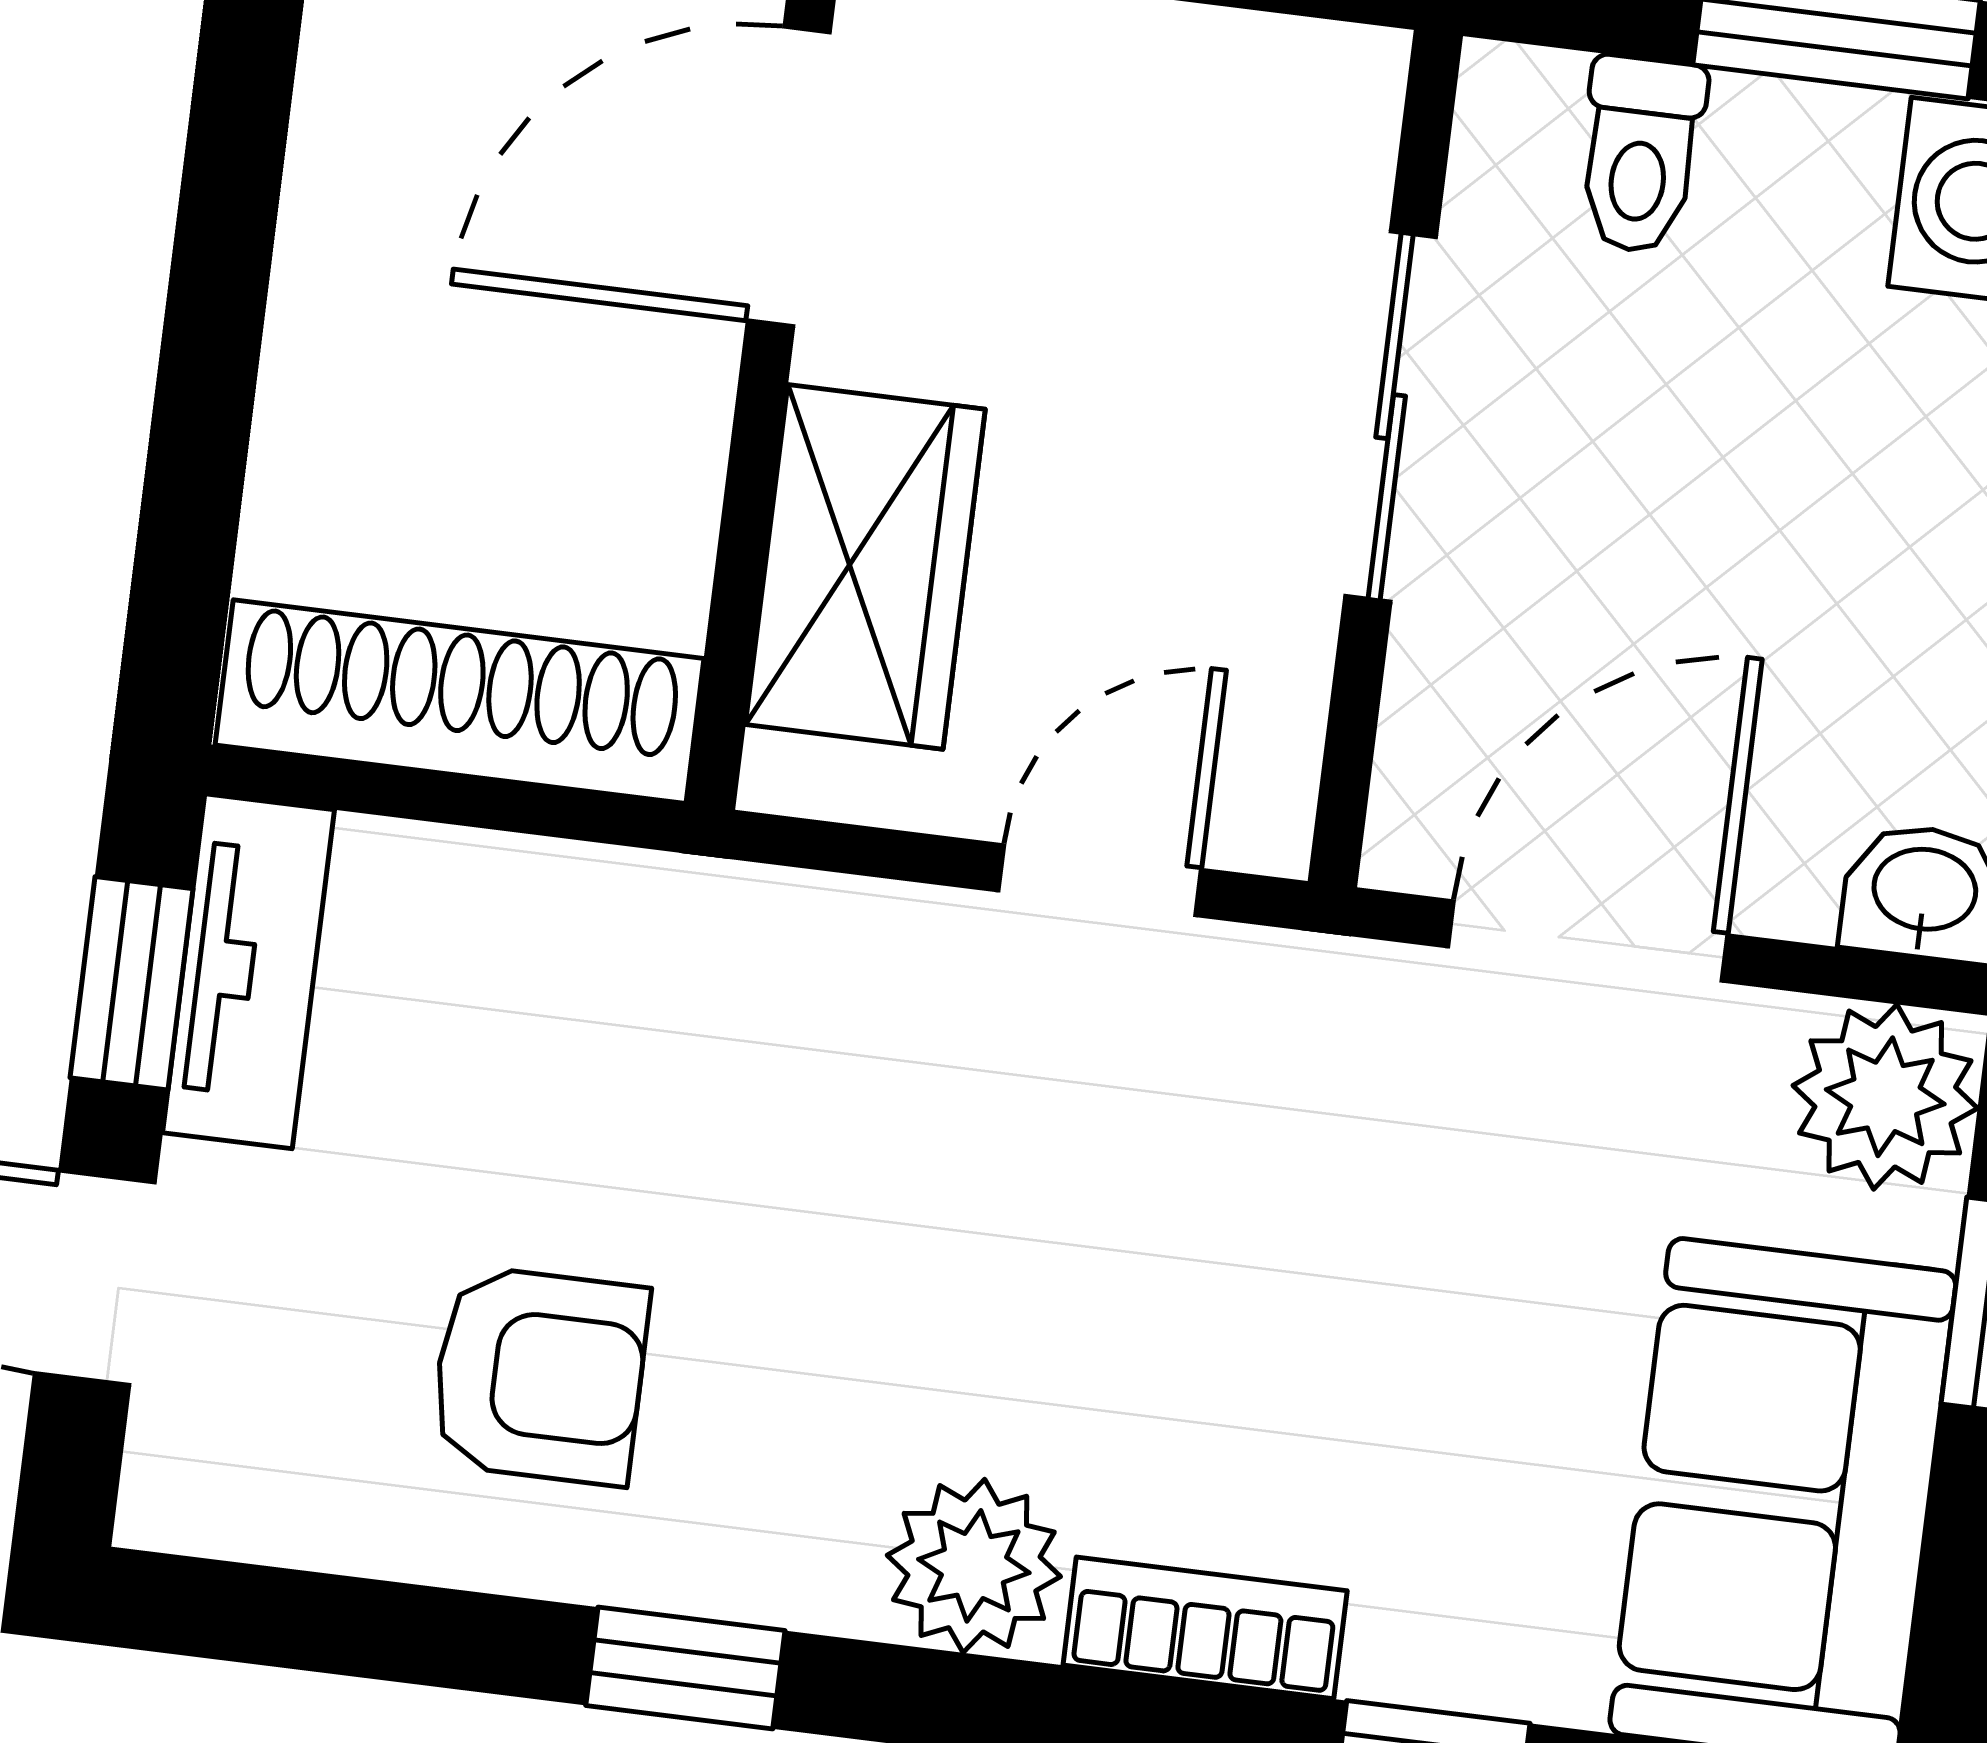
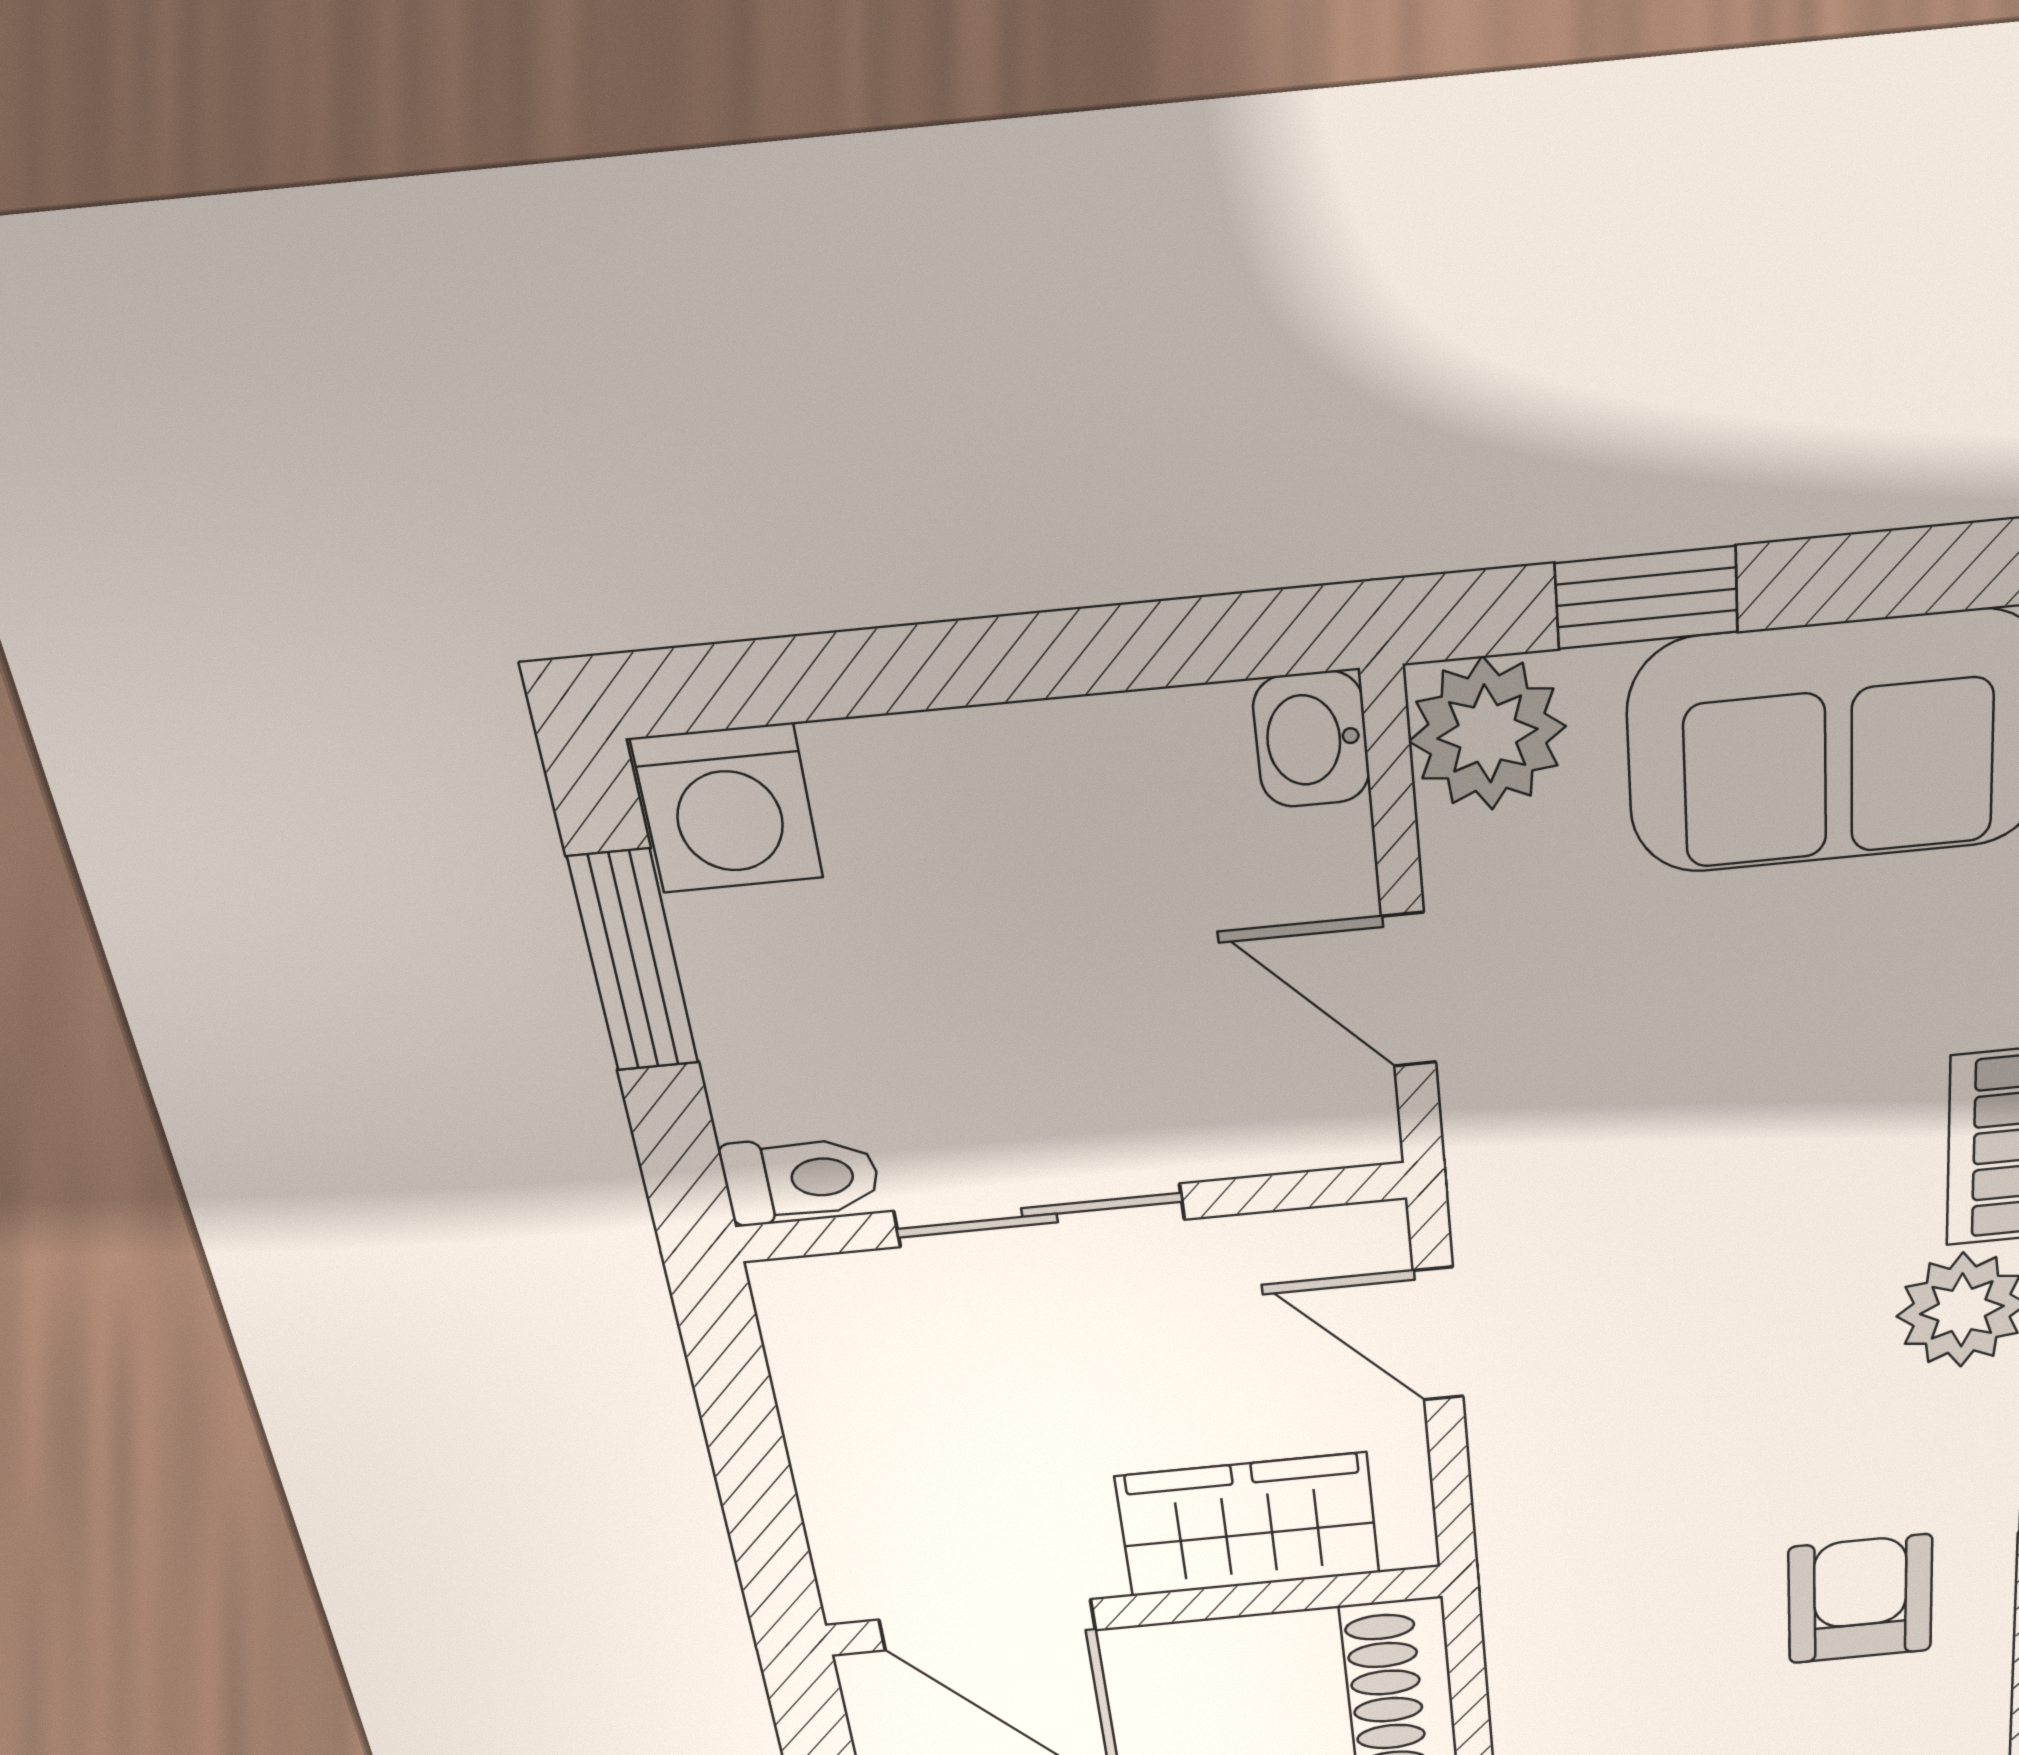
toilet: (1641, 155) -> (801, 1179), moved
door: (1588, 941) -> (1409, 990), width x0.73

